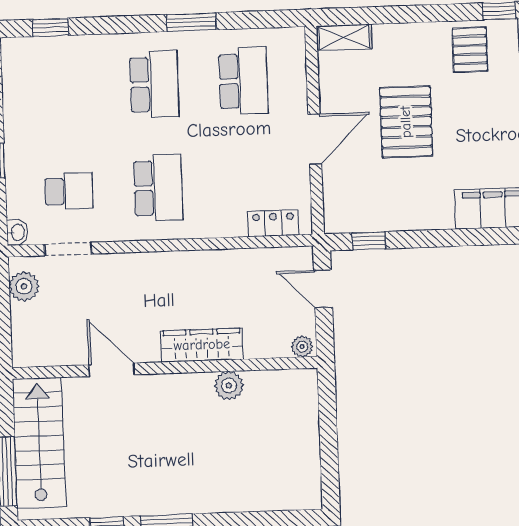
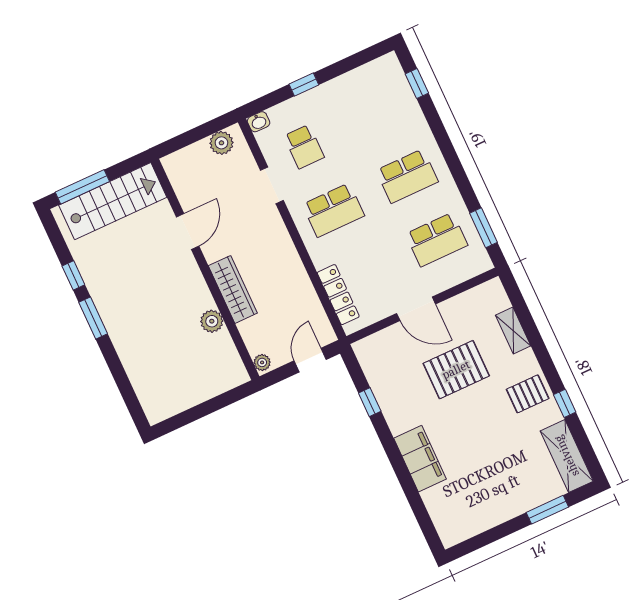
window: (192, 22) -> (484, 228), moved
shelving: (344, 37) -> (513, 331), moved
locker: (273, 223) -> (338, 295), width x1.53
window: (369, 241) -> (370, 402), moved
doorway: (68, 249) -> (272, 185), moved

